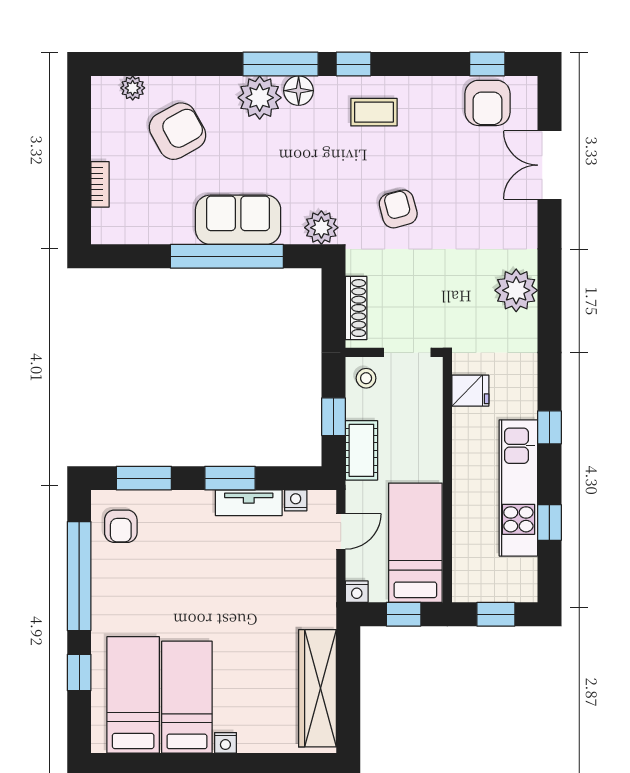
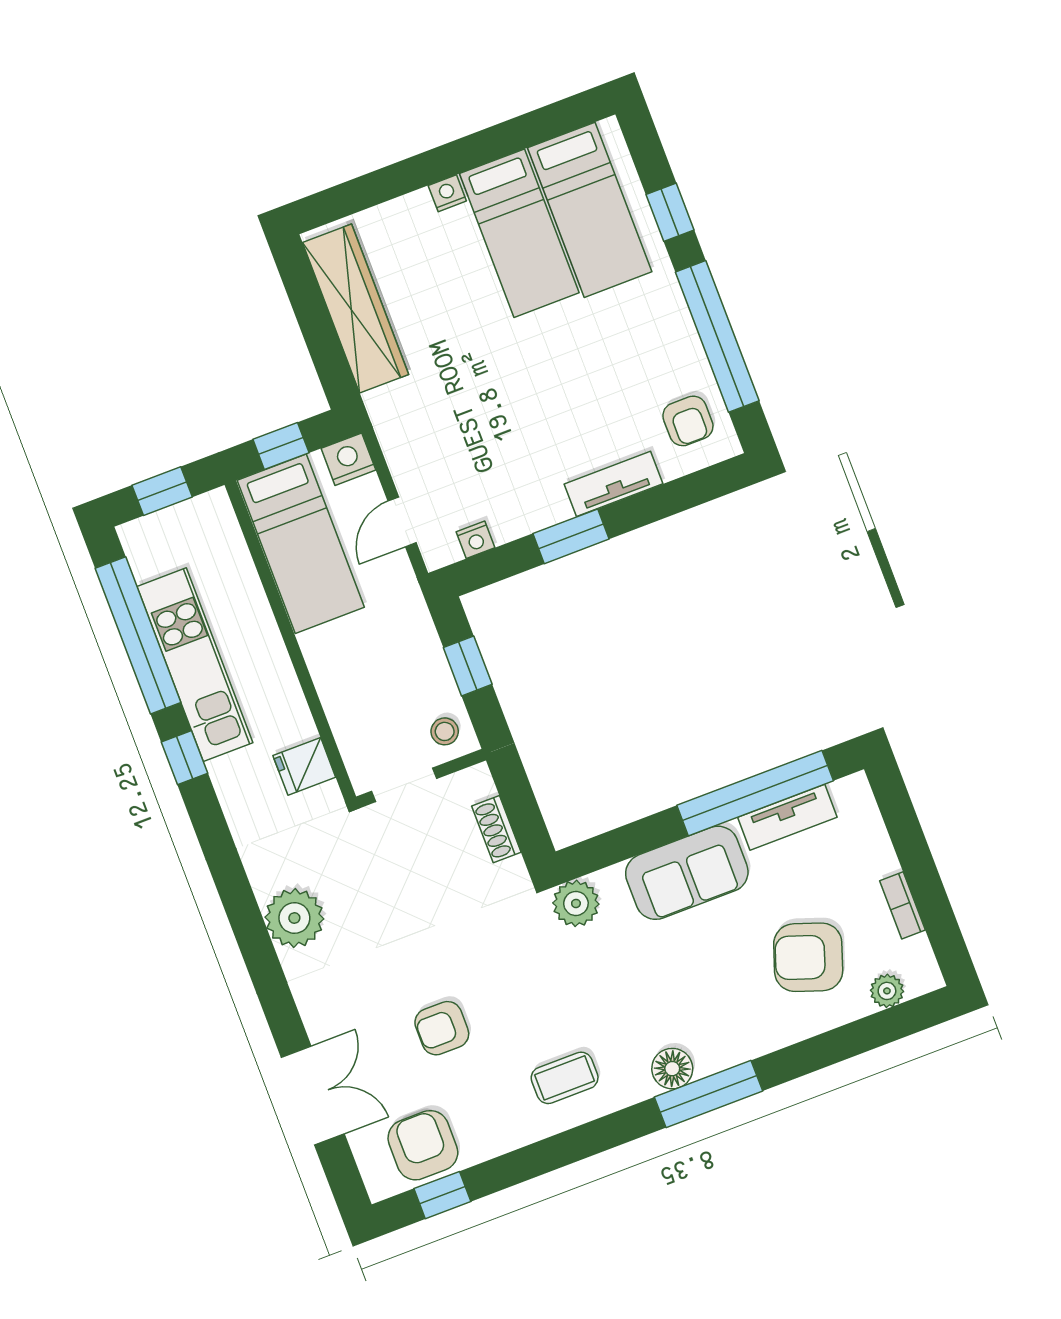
window: (354, 64) -> (614, 1130), removed
plant: (260, 98) -> (719, 1041), removed
armchair: (177, 131) -> (808, 957), turned 48
bookcase: (100, 184) -> (903, 905), moved
armchair: (398, 209) -> (442, 1028), moved, turned 105
tv unit: (156, 232) -> (787, 817), added
window: (227, 256) -> (755, 793), moved
shoe rack: (356, 308) -> (496, 829), width x0.70
cot: (361, 450) -> (415, 636), removed
window: (144, 478) -> (682, 494), removed
tv unit: (249, 503) -> (614, 484), moved
window: (549, 522) -> (138, 635), width x3.17
armchair: (121, 526) -> (688, 421), turned 180
nightstand: (357, 592) -> (348, 459), width x1.39, depth x1.35

